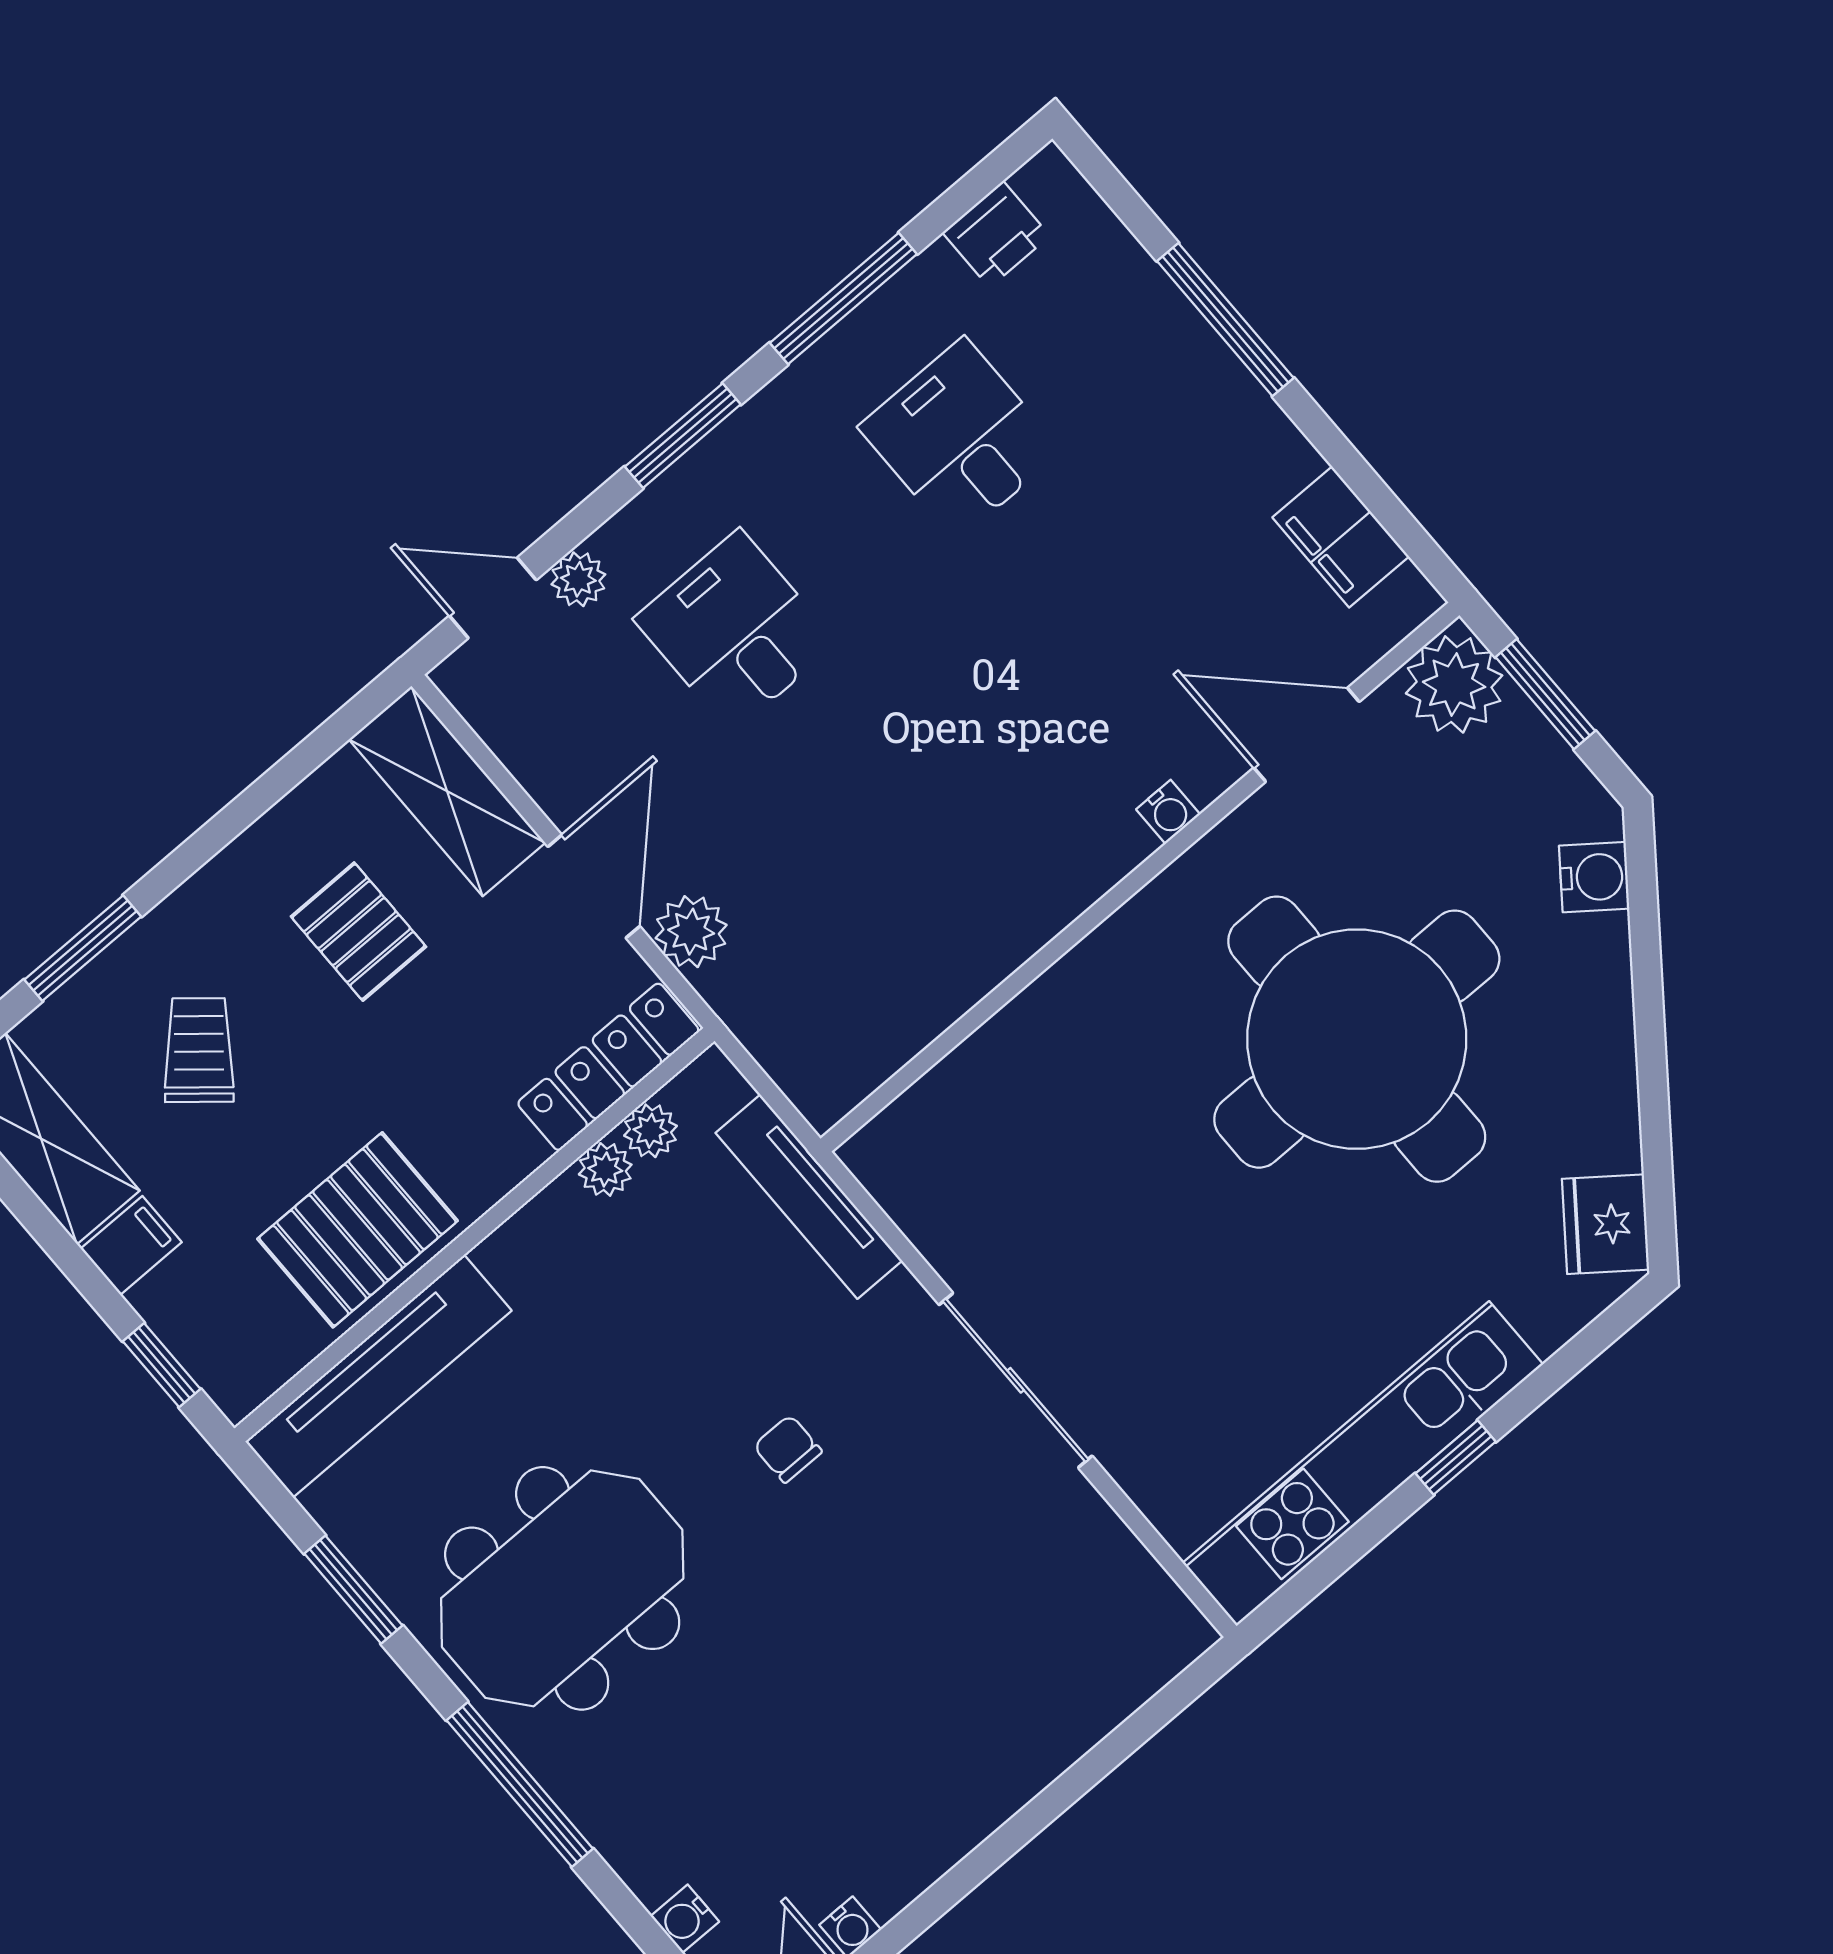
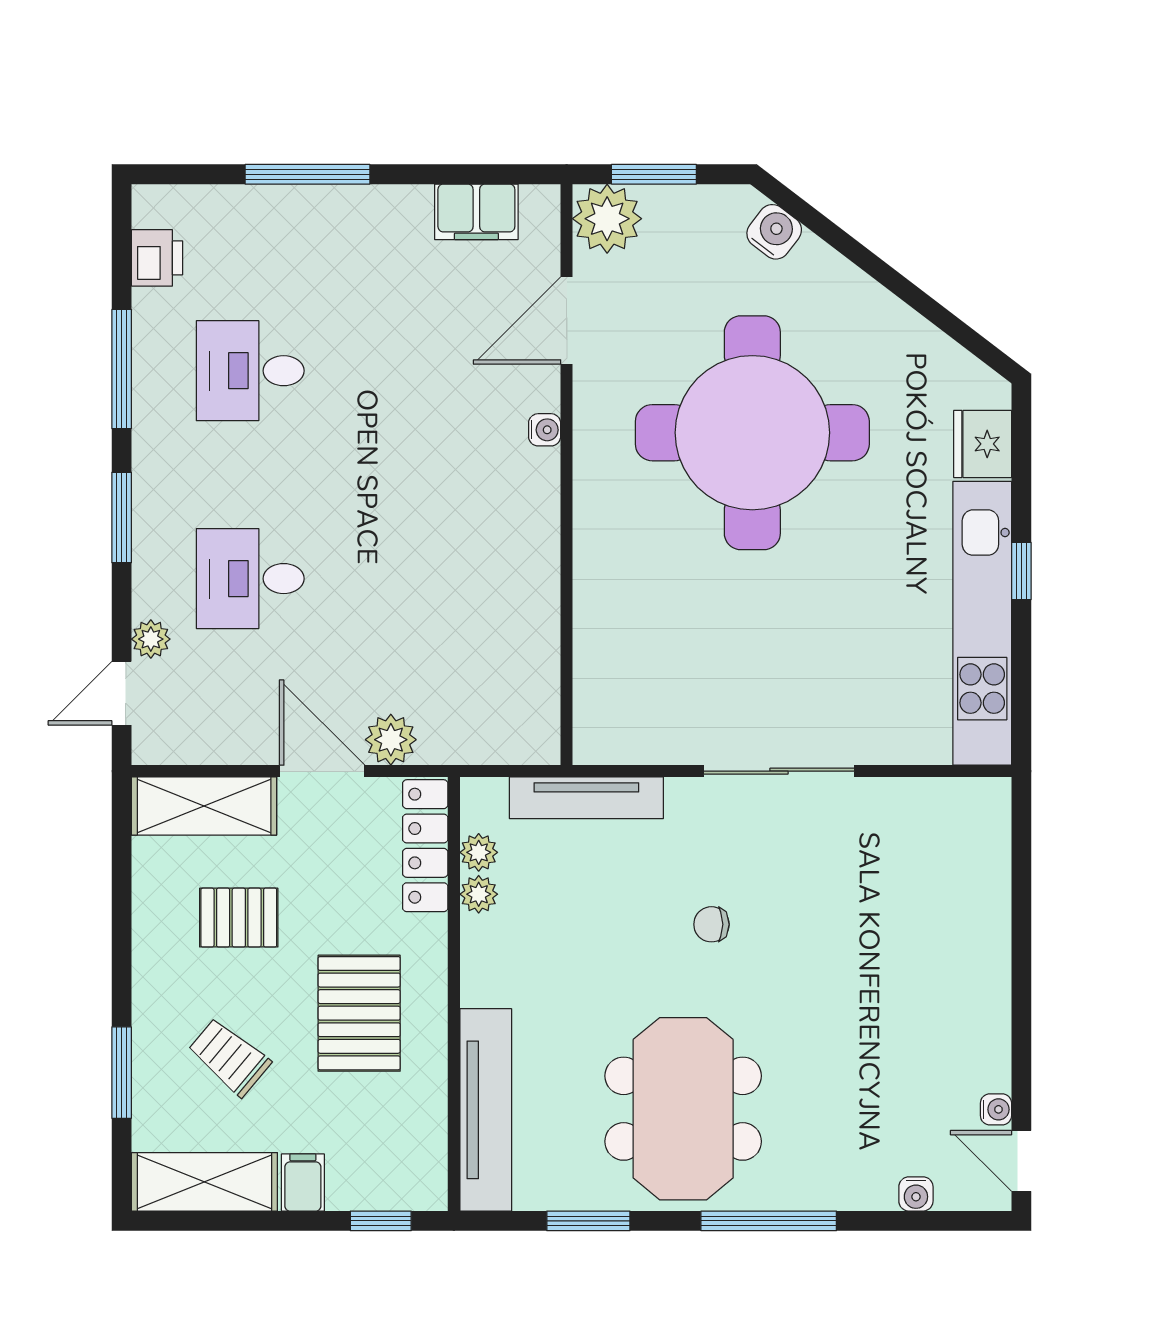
fridge: (1605, 1224) -> (983, 444), moved, turned 53
pallet: (358, 1230) -> (359, 1013), moved

